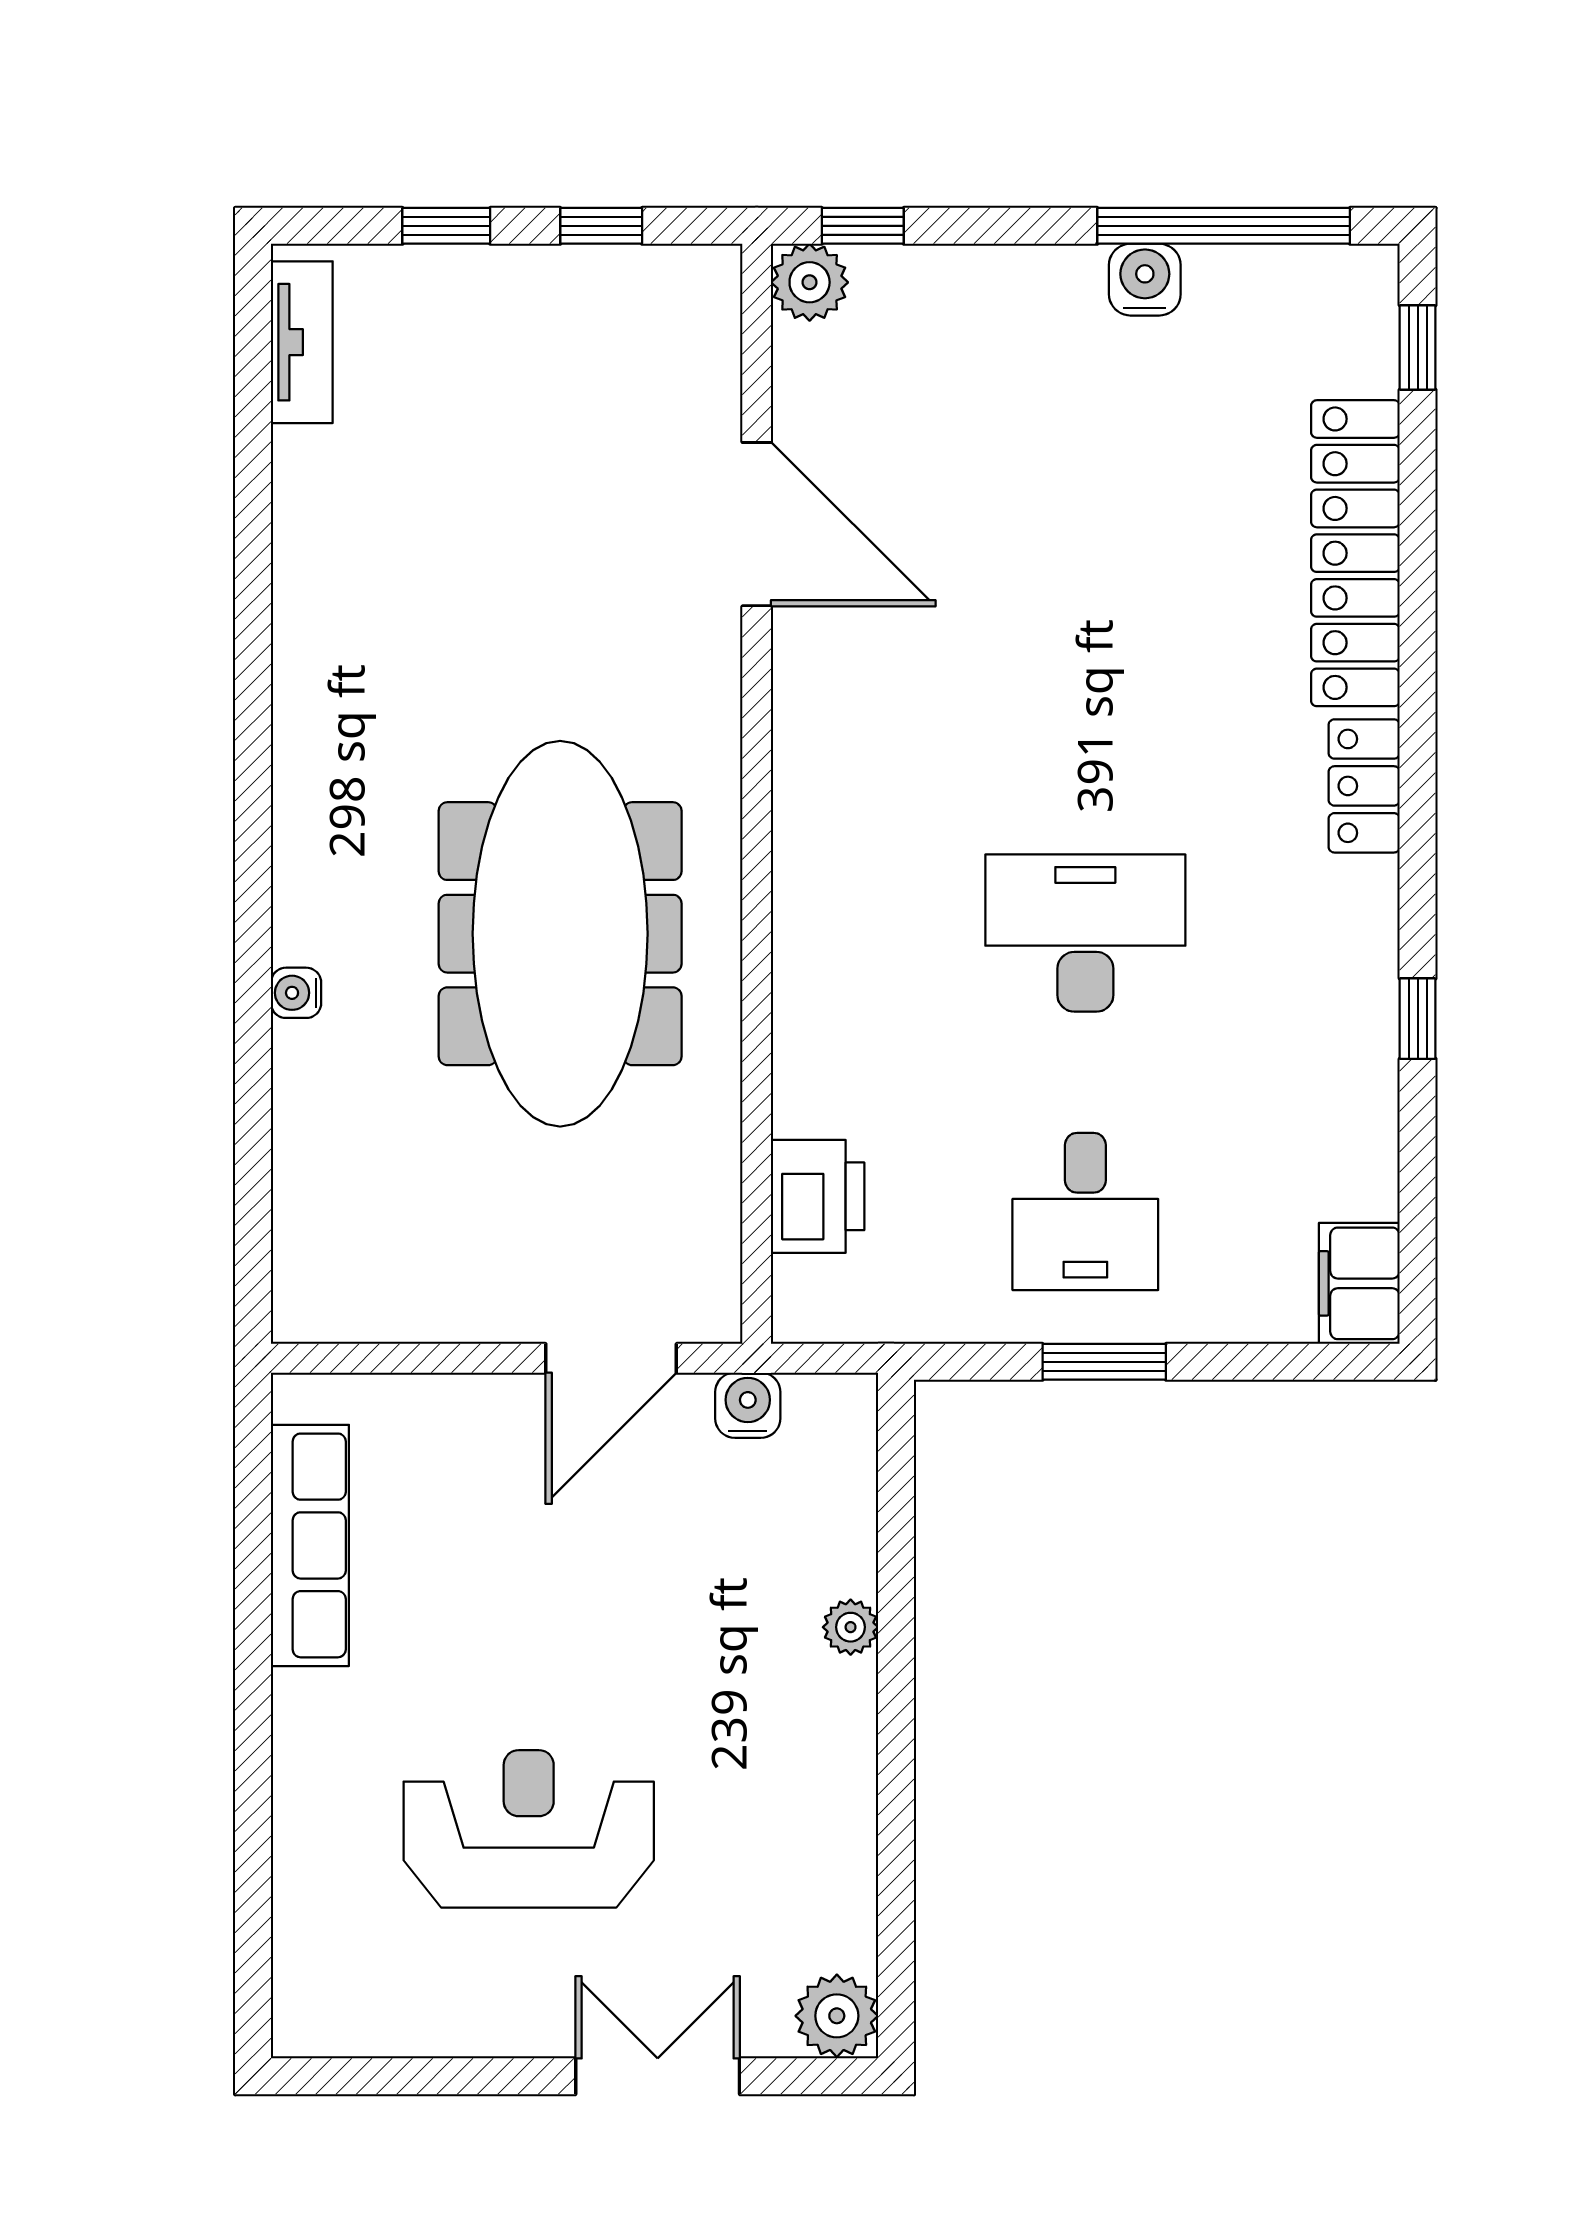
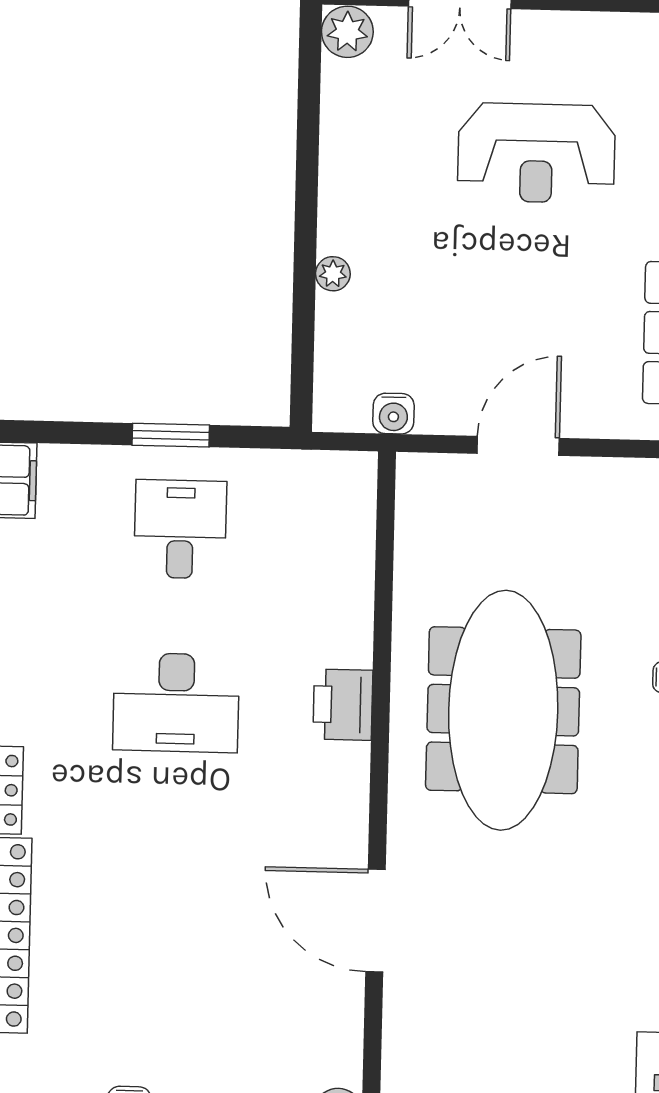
door: (757, 524) -> (376, 921), moved
printer: (818, 1196) -> (343, 705), moved
door: (611, 1358) -> (518, 446), moved

